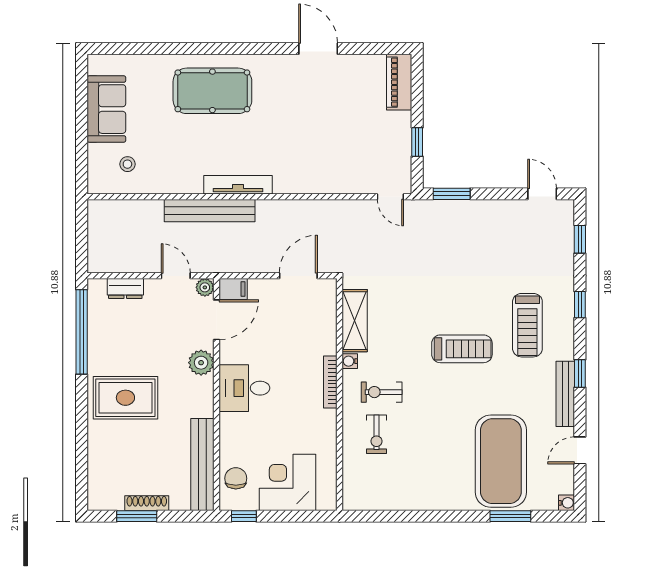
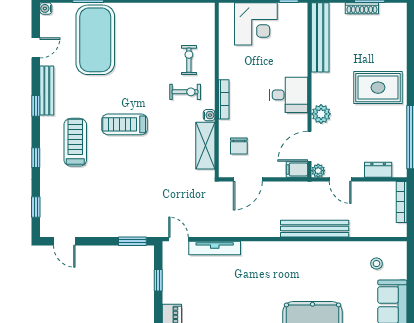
tv unit: (238, 185) -> (215, 248), moved
bookcase: (94, 246) -> (402, 202), added
chair: (236, 478) -> (239, 146), moved

